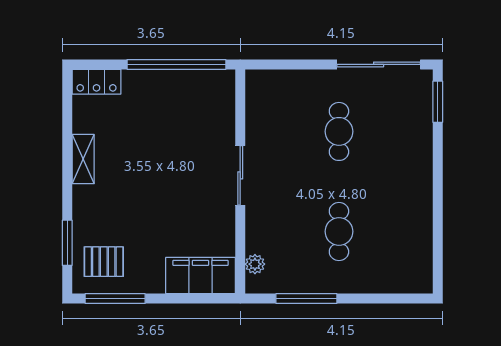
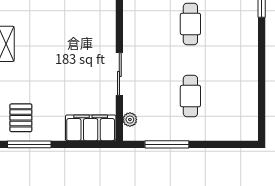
sliding door: (240, 175) -> (119, 74), moved
pallet: (104, 262) -> (21, 118), turned 90

